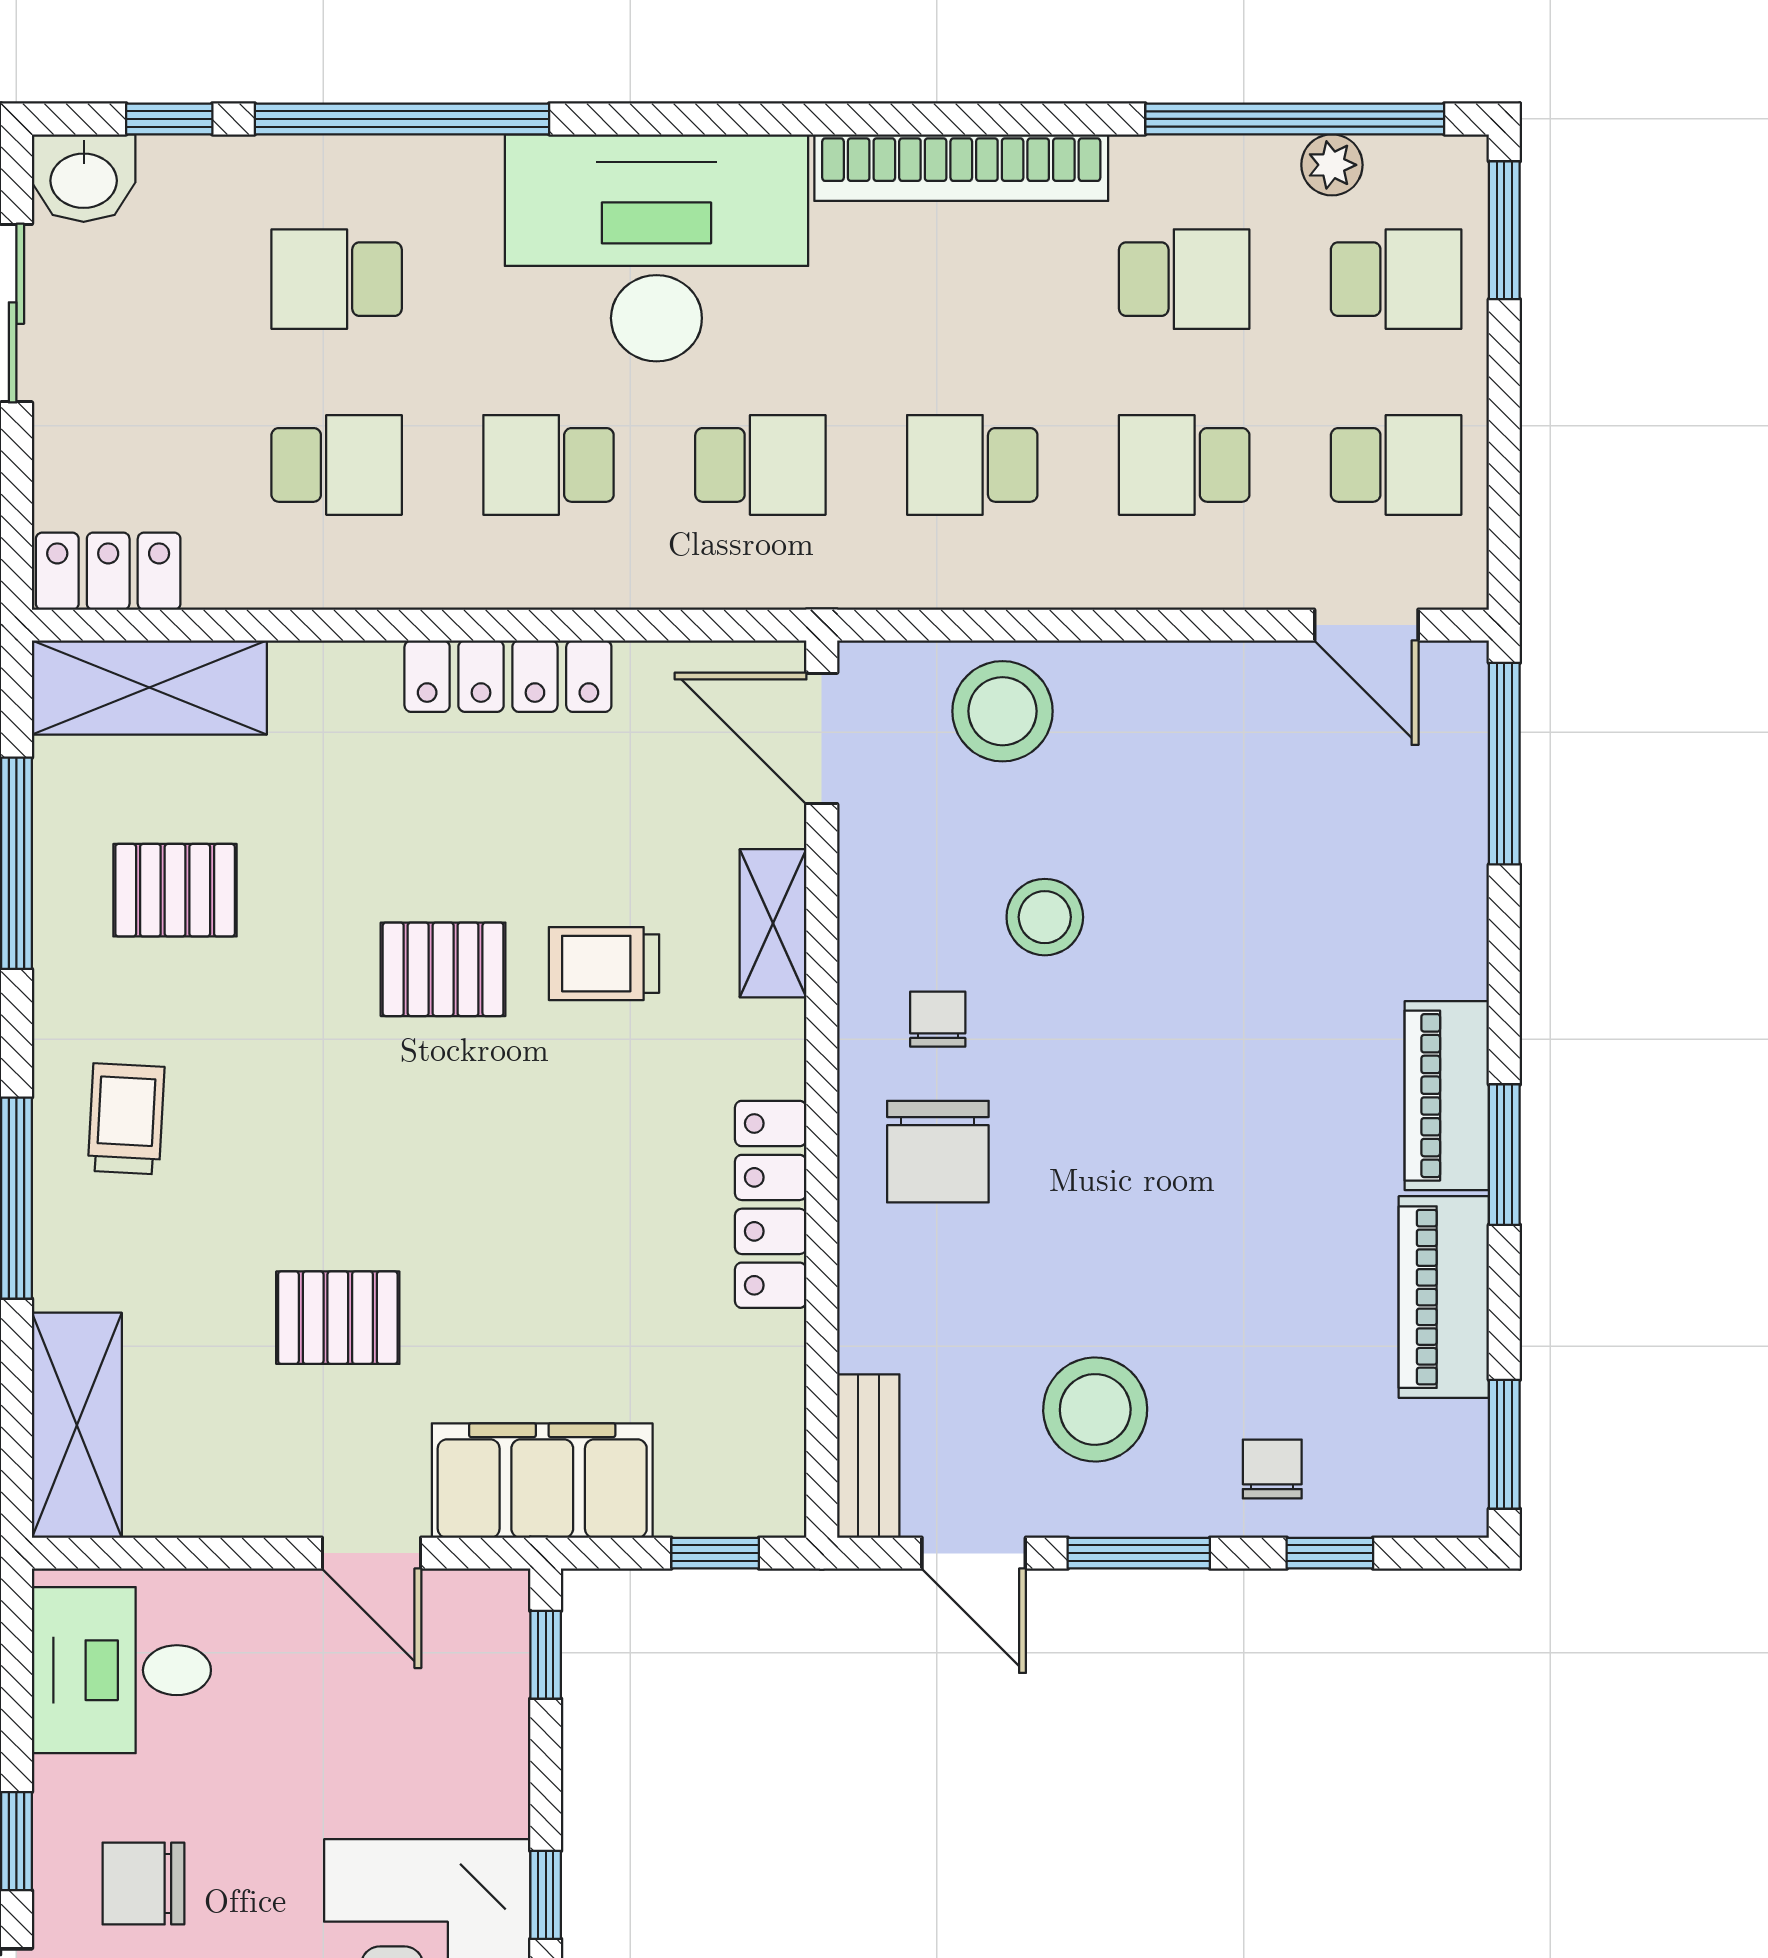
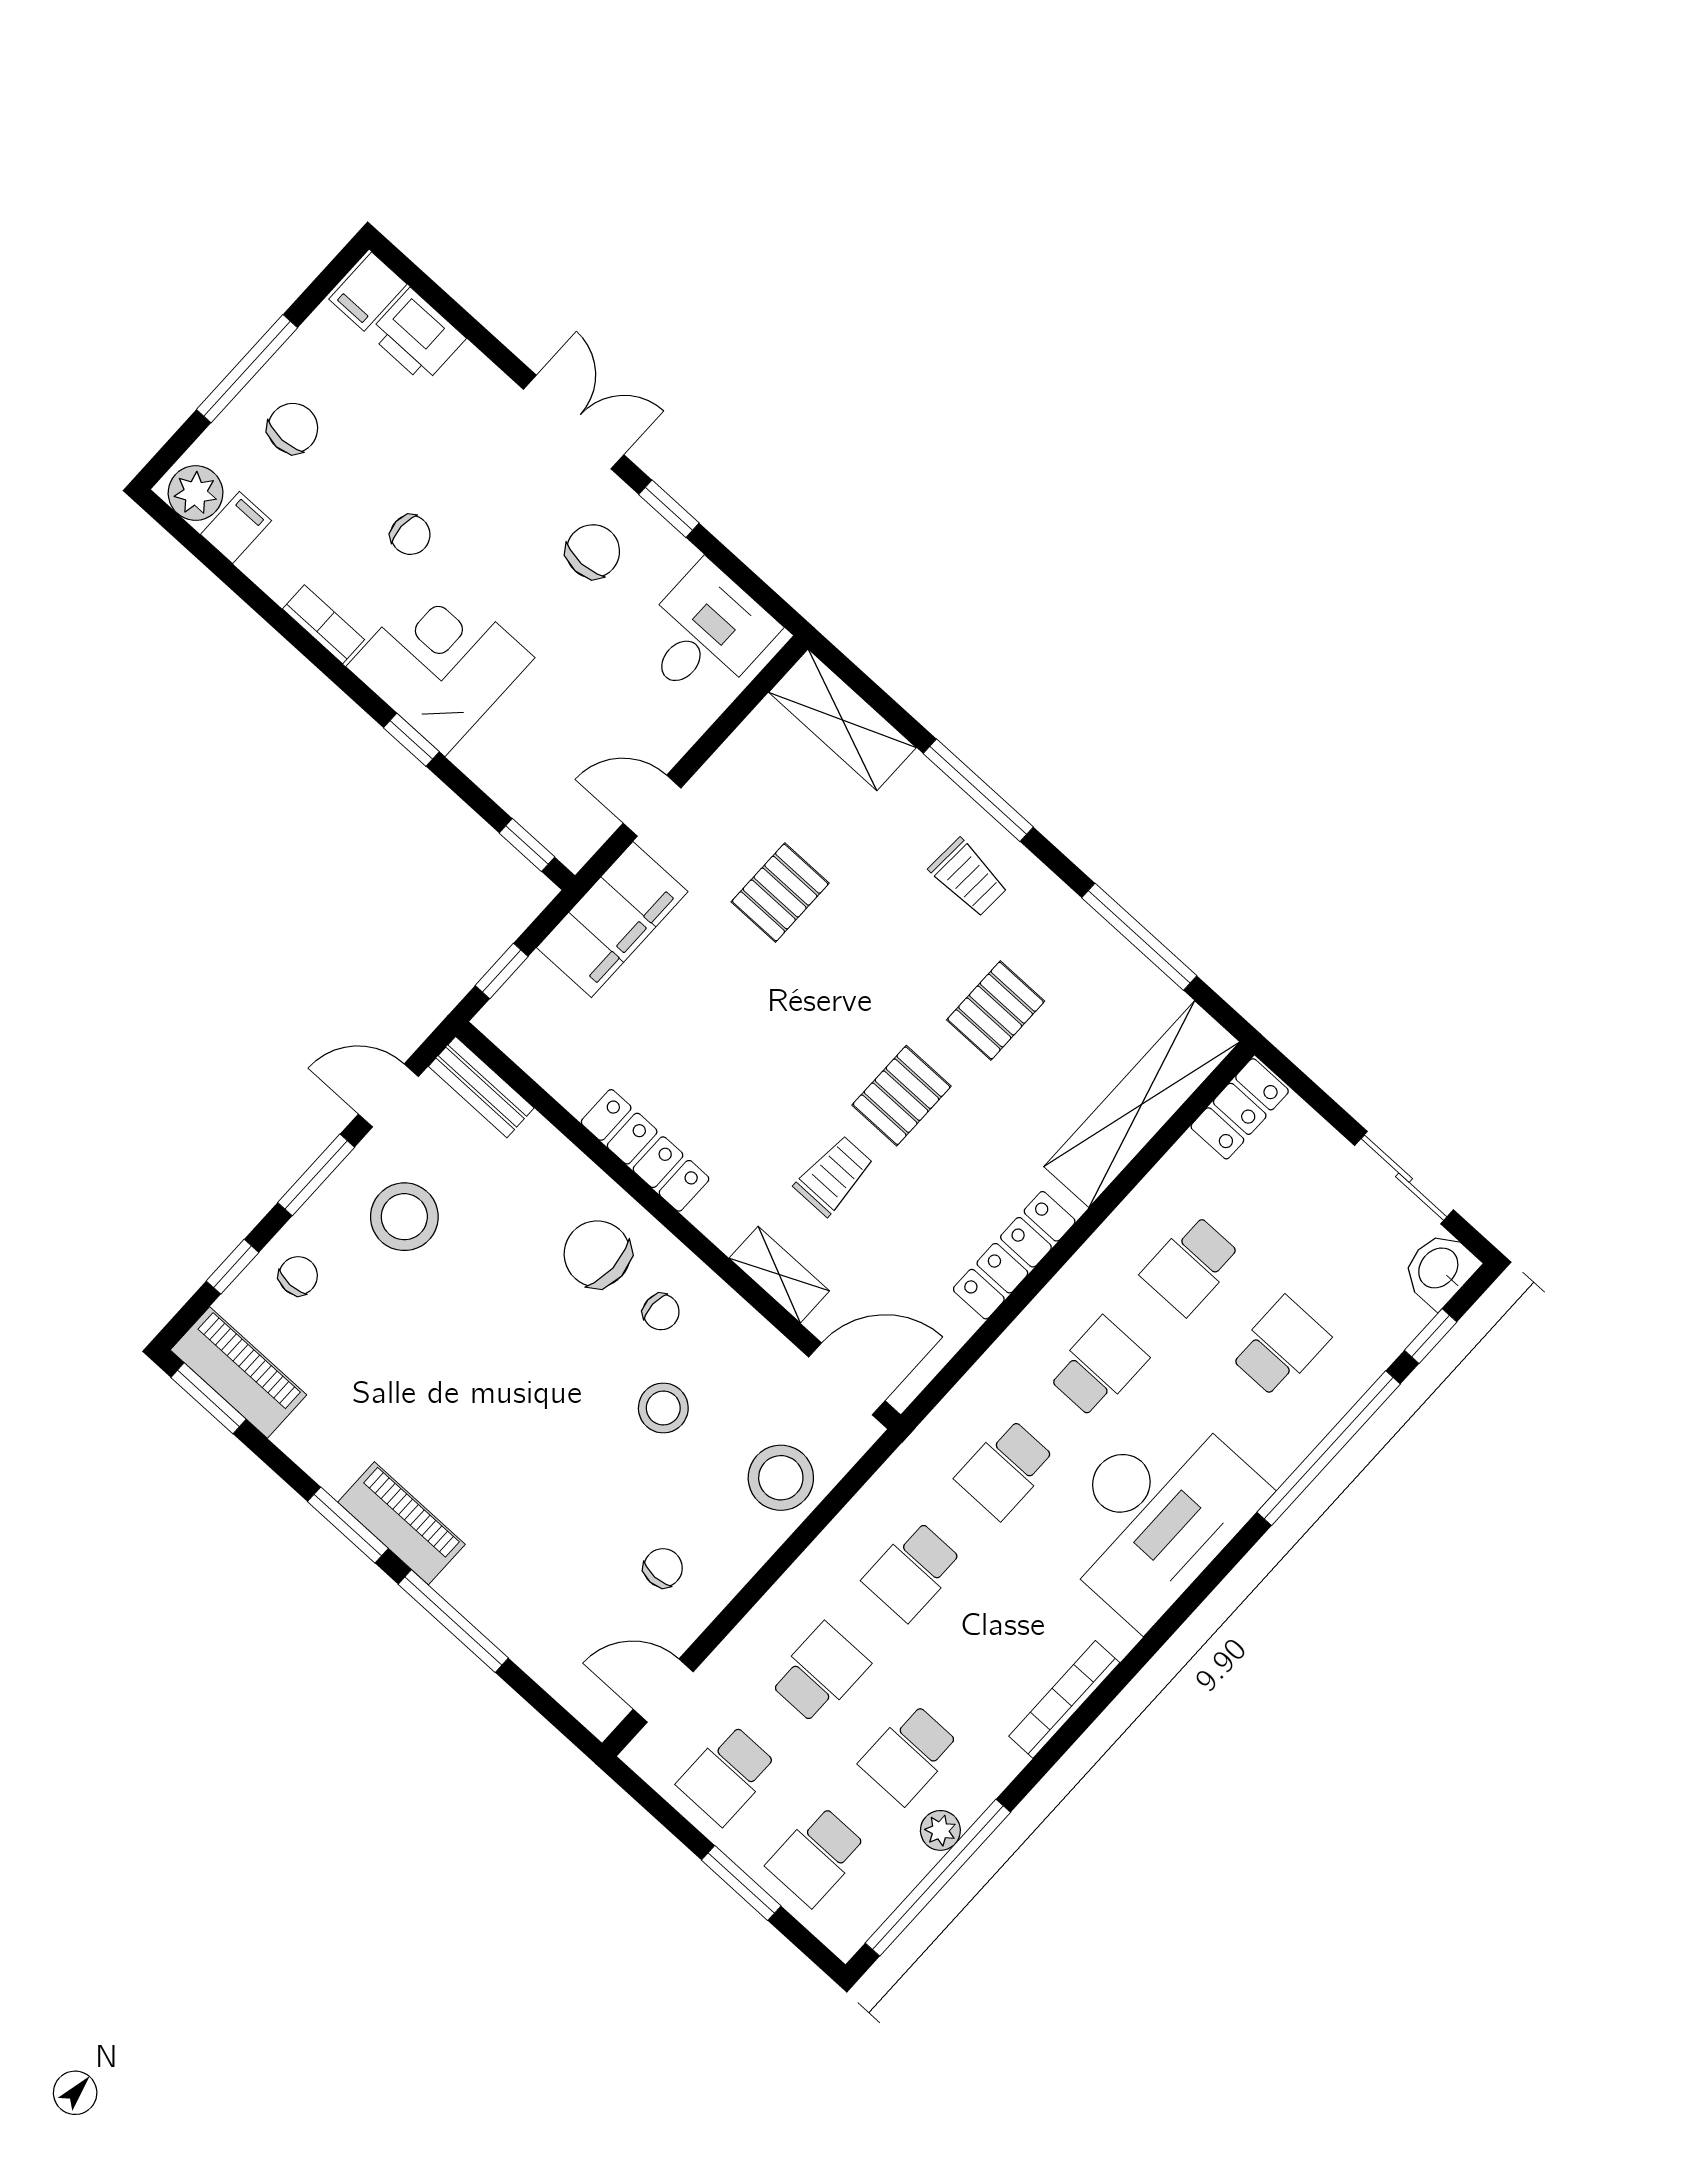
plant: (1332, 165) -> (940, 1830), moved
bookcase: (961, 168) -> (1064, 1699), width x0.68, depth x0.76
window: (1504, 230) -> (741, 1883), moved
school desk: (972, 465) -> (913, 1571), turned 180
shelving: (149, 687) -> (1142, 1104), width x1.47
chair: (1227, 752) -> (663, 1568), added
window: (1504, 764) -> (453, 1621), moved
pallet: (175, 890) -> (996, 1011), moved
piano: (1444, 1297) -> (239, 1372), moved
chair: (1272, 1469) -> (298, 1276), turned -90

